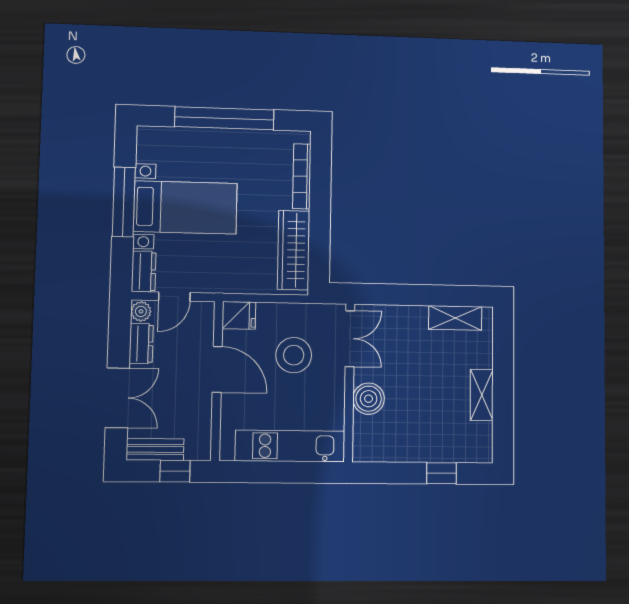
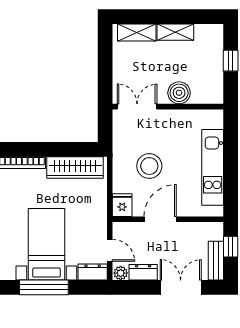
shelving: (455, 318) -> (137, 32), moved, turned 90
double door: (350, 339) -> (137, 107), moved
wall: (349, 382) -> (168, 107), moved
boiler: (369, 399) -> (179, 93), moved

